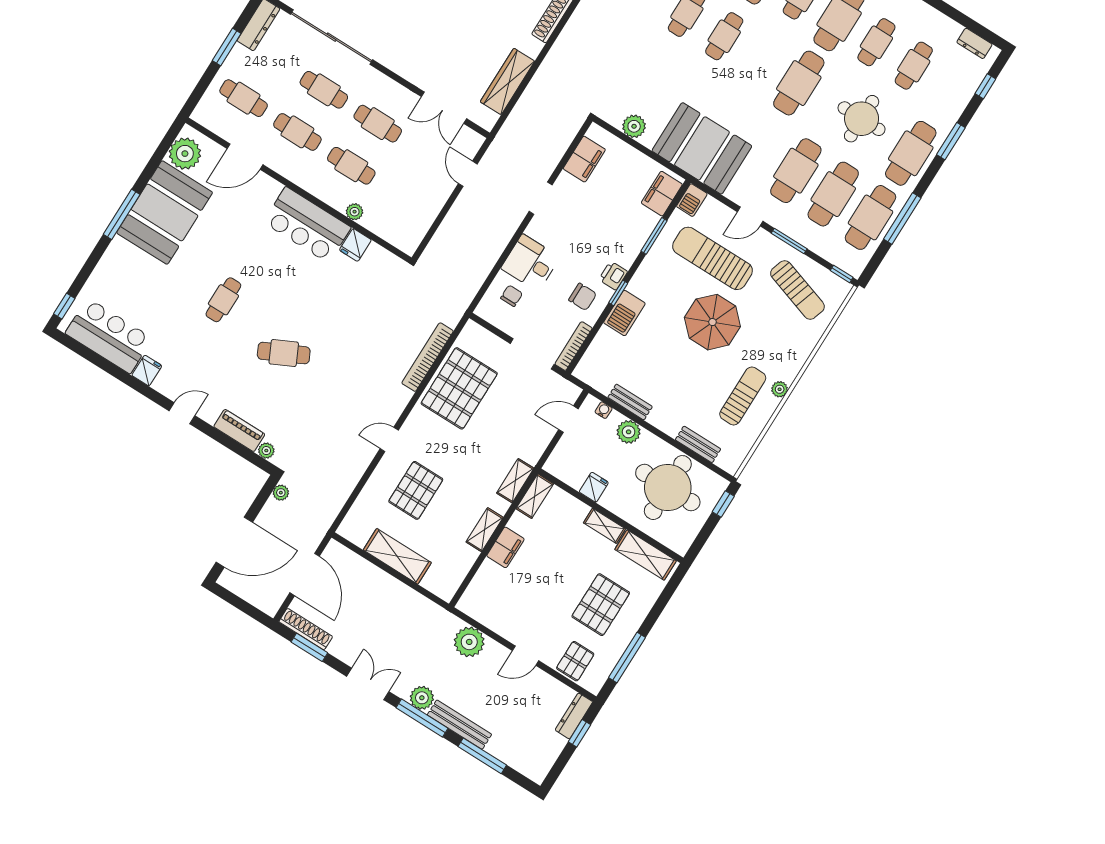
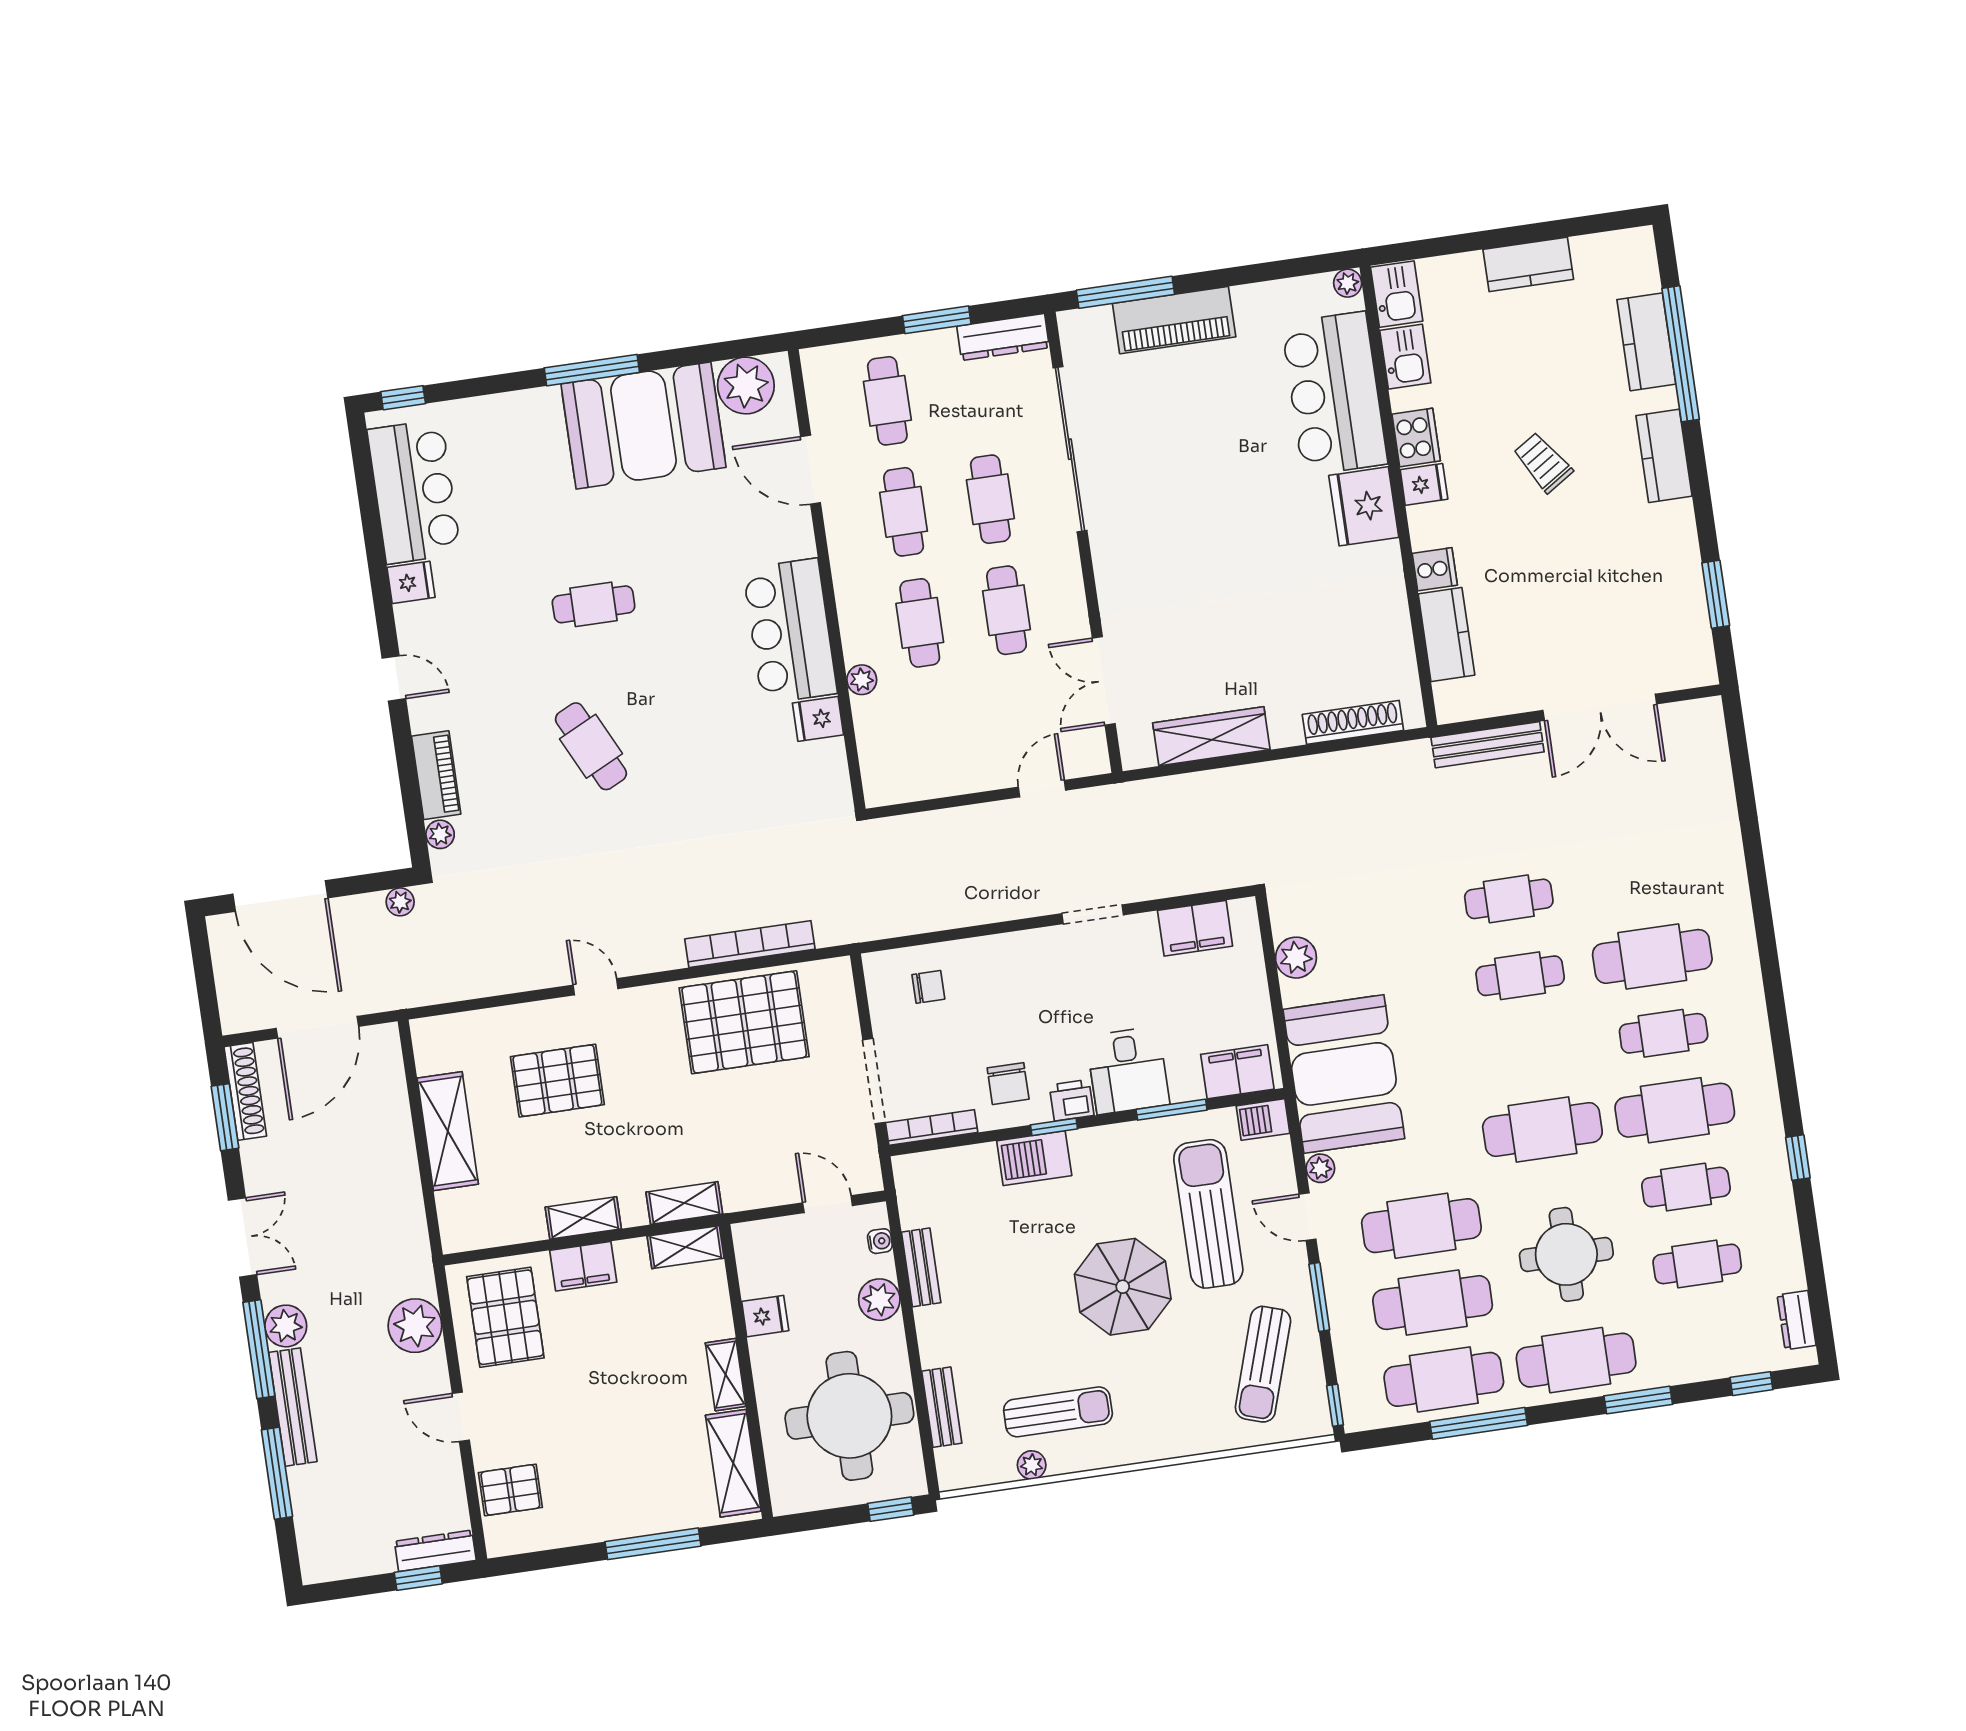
plant: (734, 193) -> (1320, 1168), added
desk: (530, 263) -> (1128, 1070), moved, turned 180
plant: (780, 389) -> (1032, 1465), moved
pallet: (601, 605) -> (505, 1317), moved, turned 90
window: (627, 657) -> (653, 1544), moved

